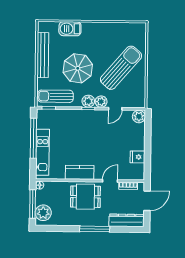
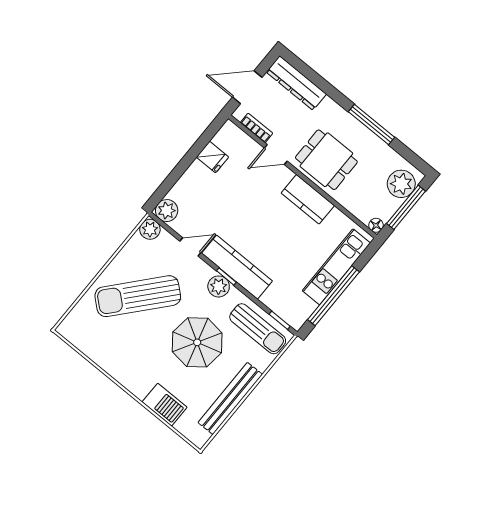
plant: (101, 102) -> (150, 229), moved
kitchen counter: (87, 116) -> (237, 267), added
window: (95, 229) -> (371, 124), moved

